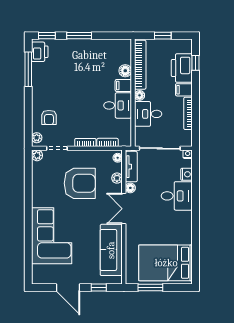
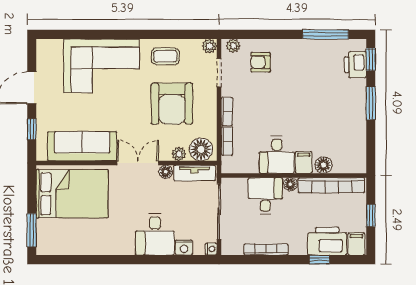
printer: (40, 52) -> (355, 65), moved, turned 90
window: (196, 63) -> (320, 260), moved
filing cabinet: (184, 90) -> (356, 244), moved
floor lamp: (118, 158) -> (201, 149), width x1.89, depth x1.89
coffee table: (44, 188) -> (165, 56), added
bed: (166, 263) -> (72, 194), moved, turned 90
window: (150, 287) -> (32, 230), moved

